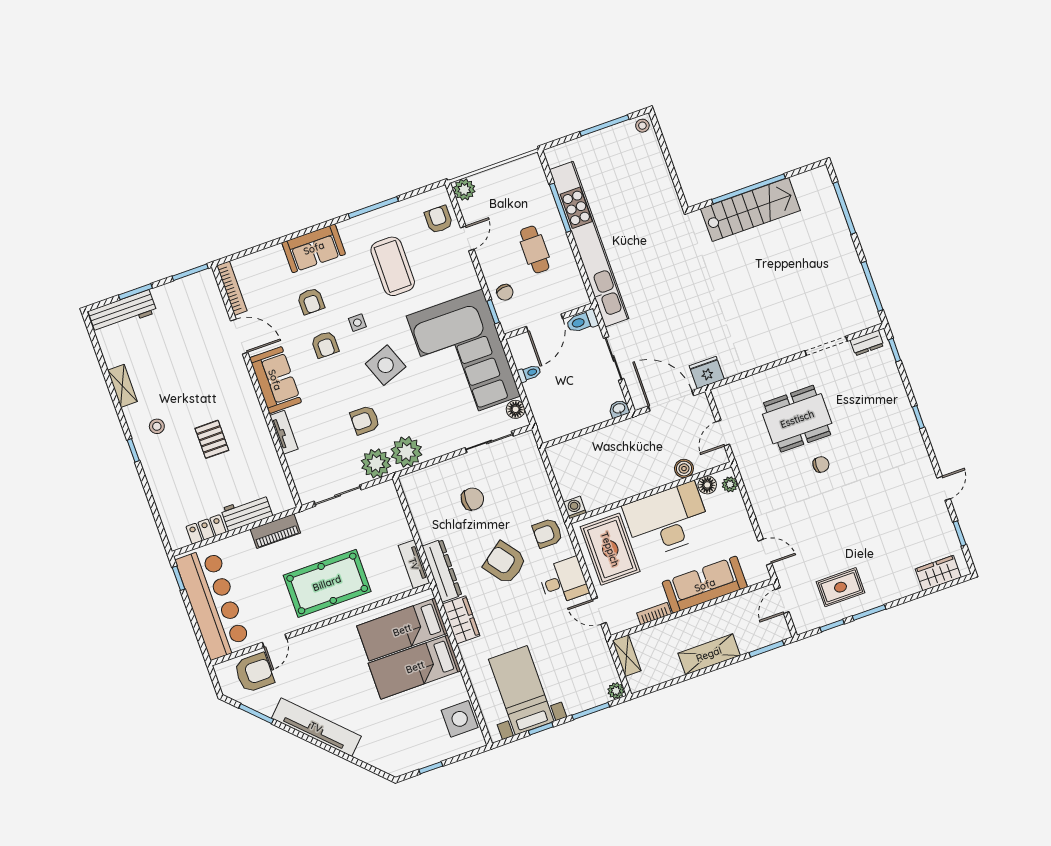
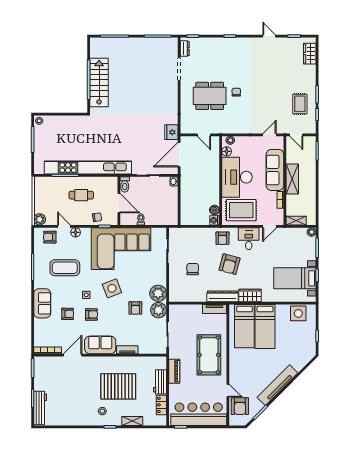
shelving: (122, 386) -> (132, 421), moved
floor lamp: (516, 409) -> (76, 232), moved
dining table: (797, 419) -> (210, 96), turned 90
pallet: (212, 439) -> (118, 386), width x2.05, depth x2.00
boiler: (684, 469) -> (214, 210), moved
armchair: (505, 563) -> (230, 264), turned -38
shelving: (709, 654) -> (292, 179), moved
armchair: (254, 673) -> (240, 406), turned 180

